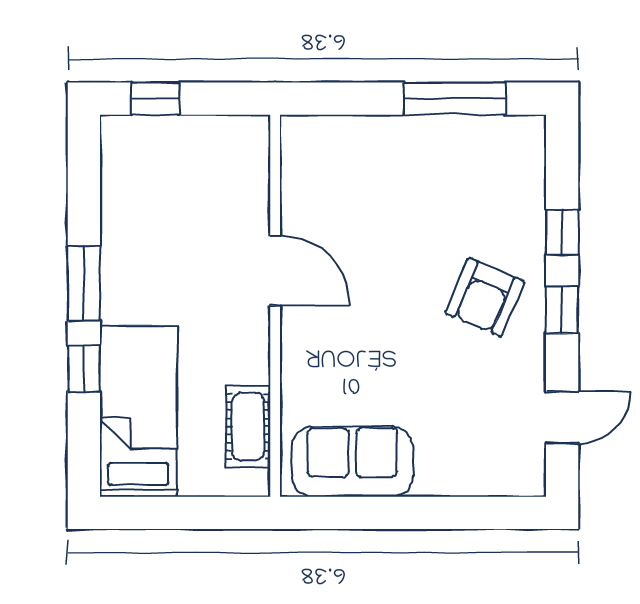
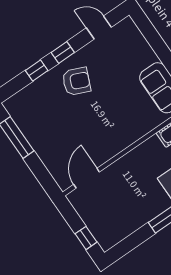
door: (275, 270) -> (87, 178), moved

